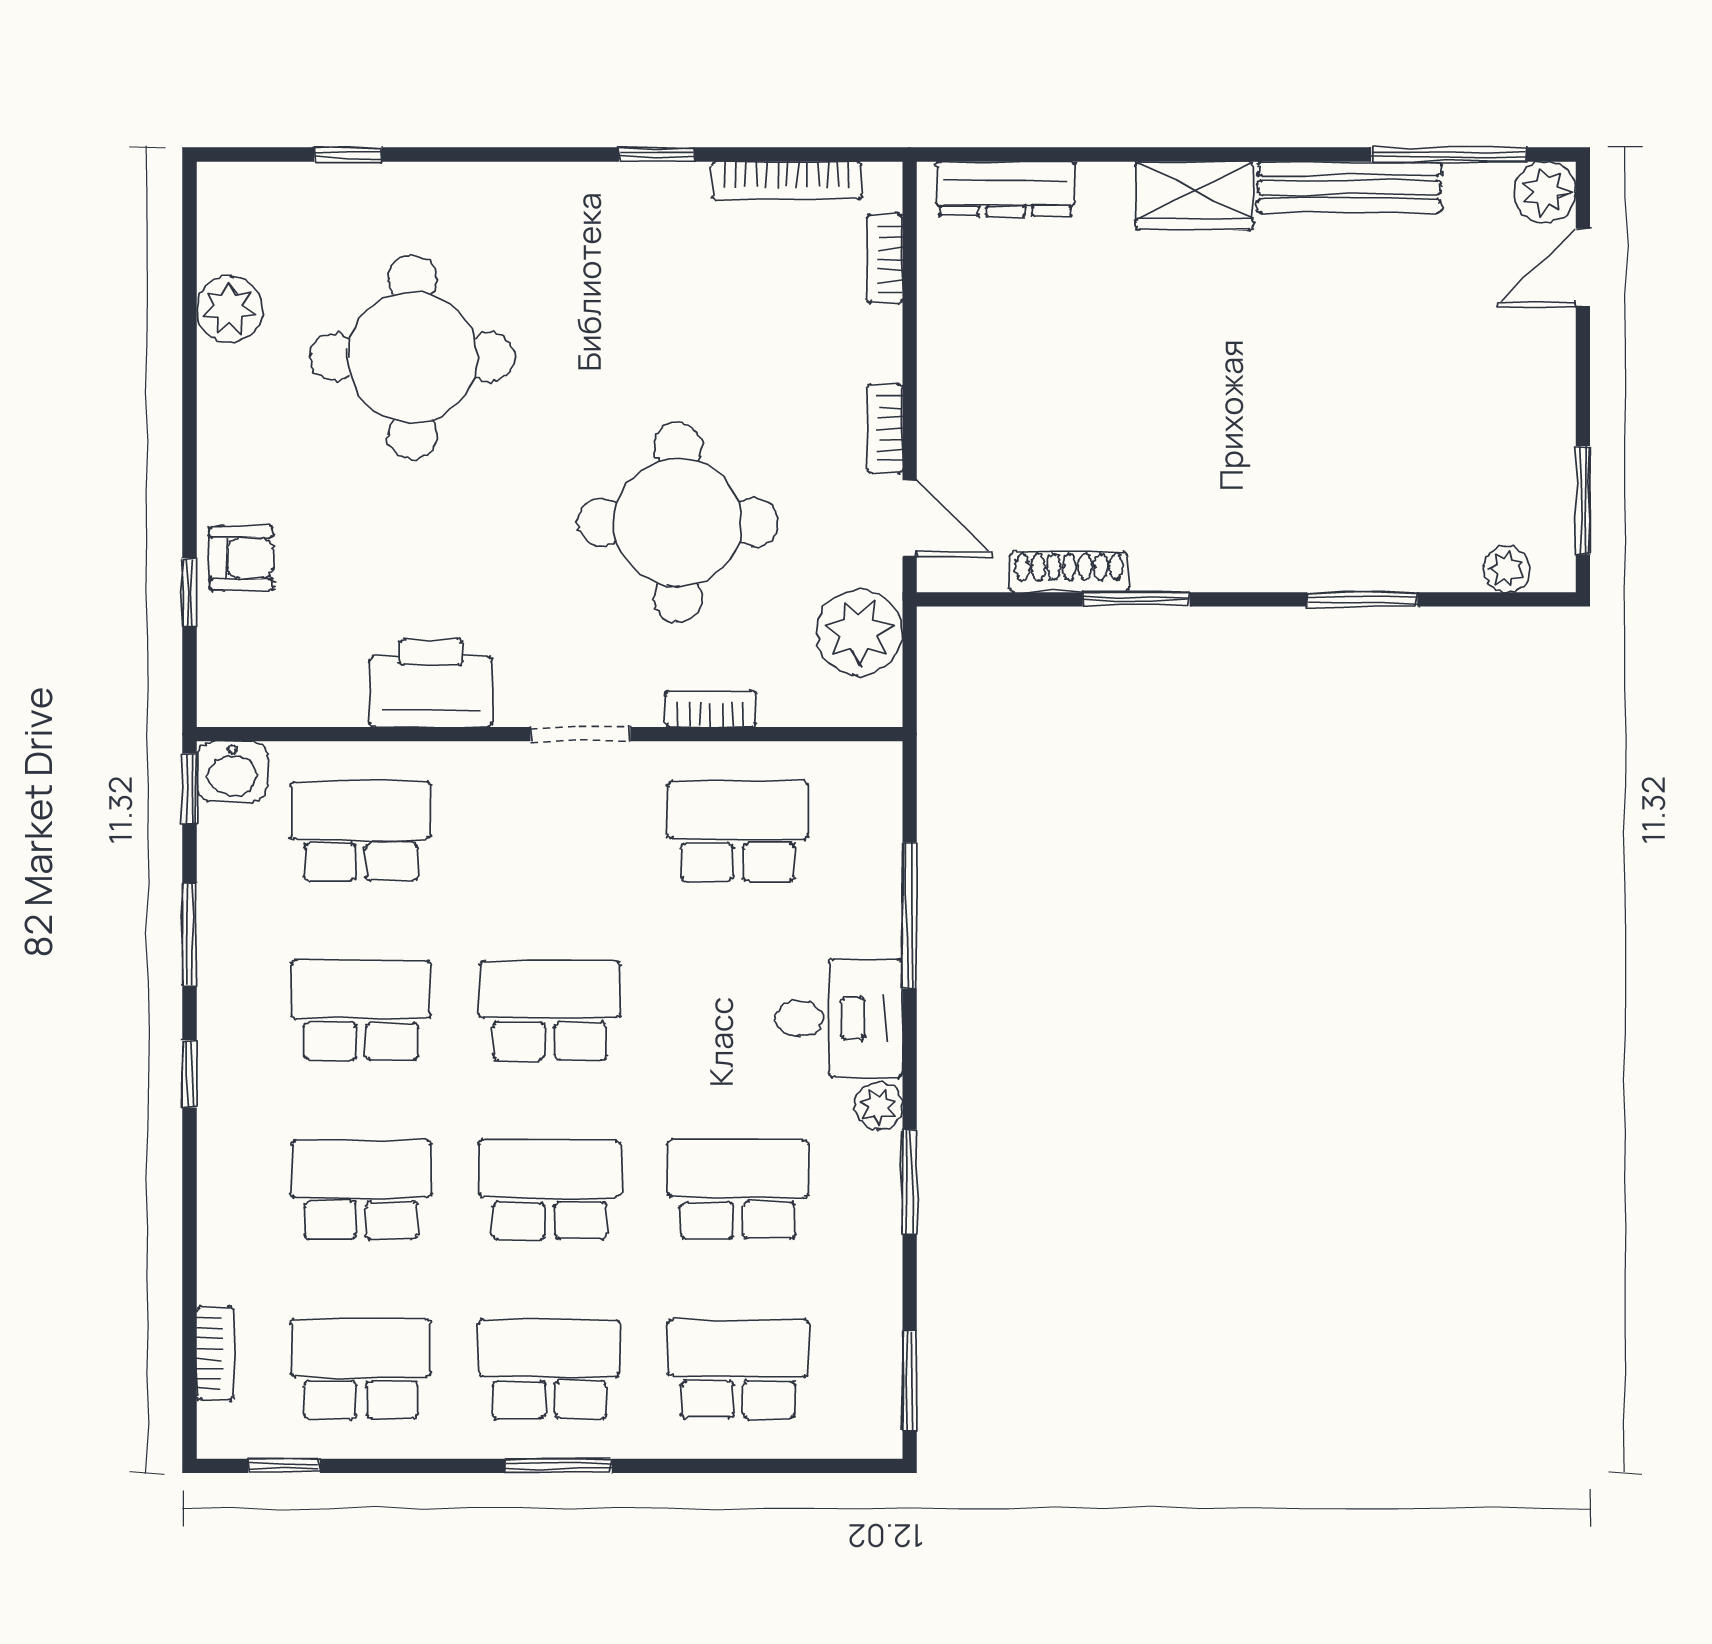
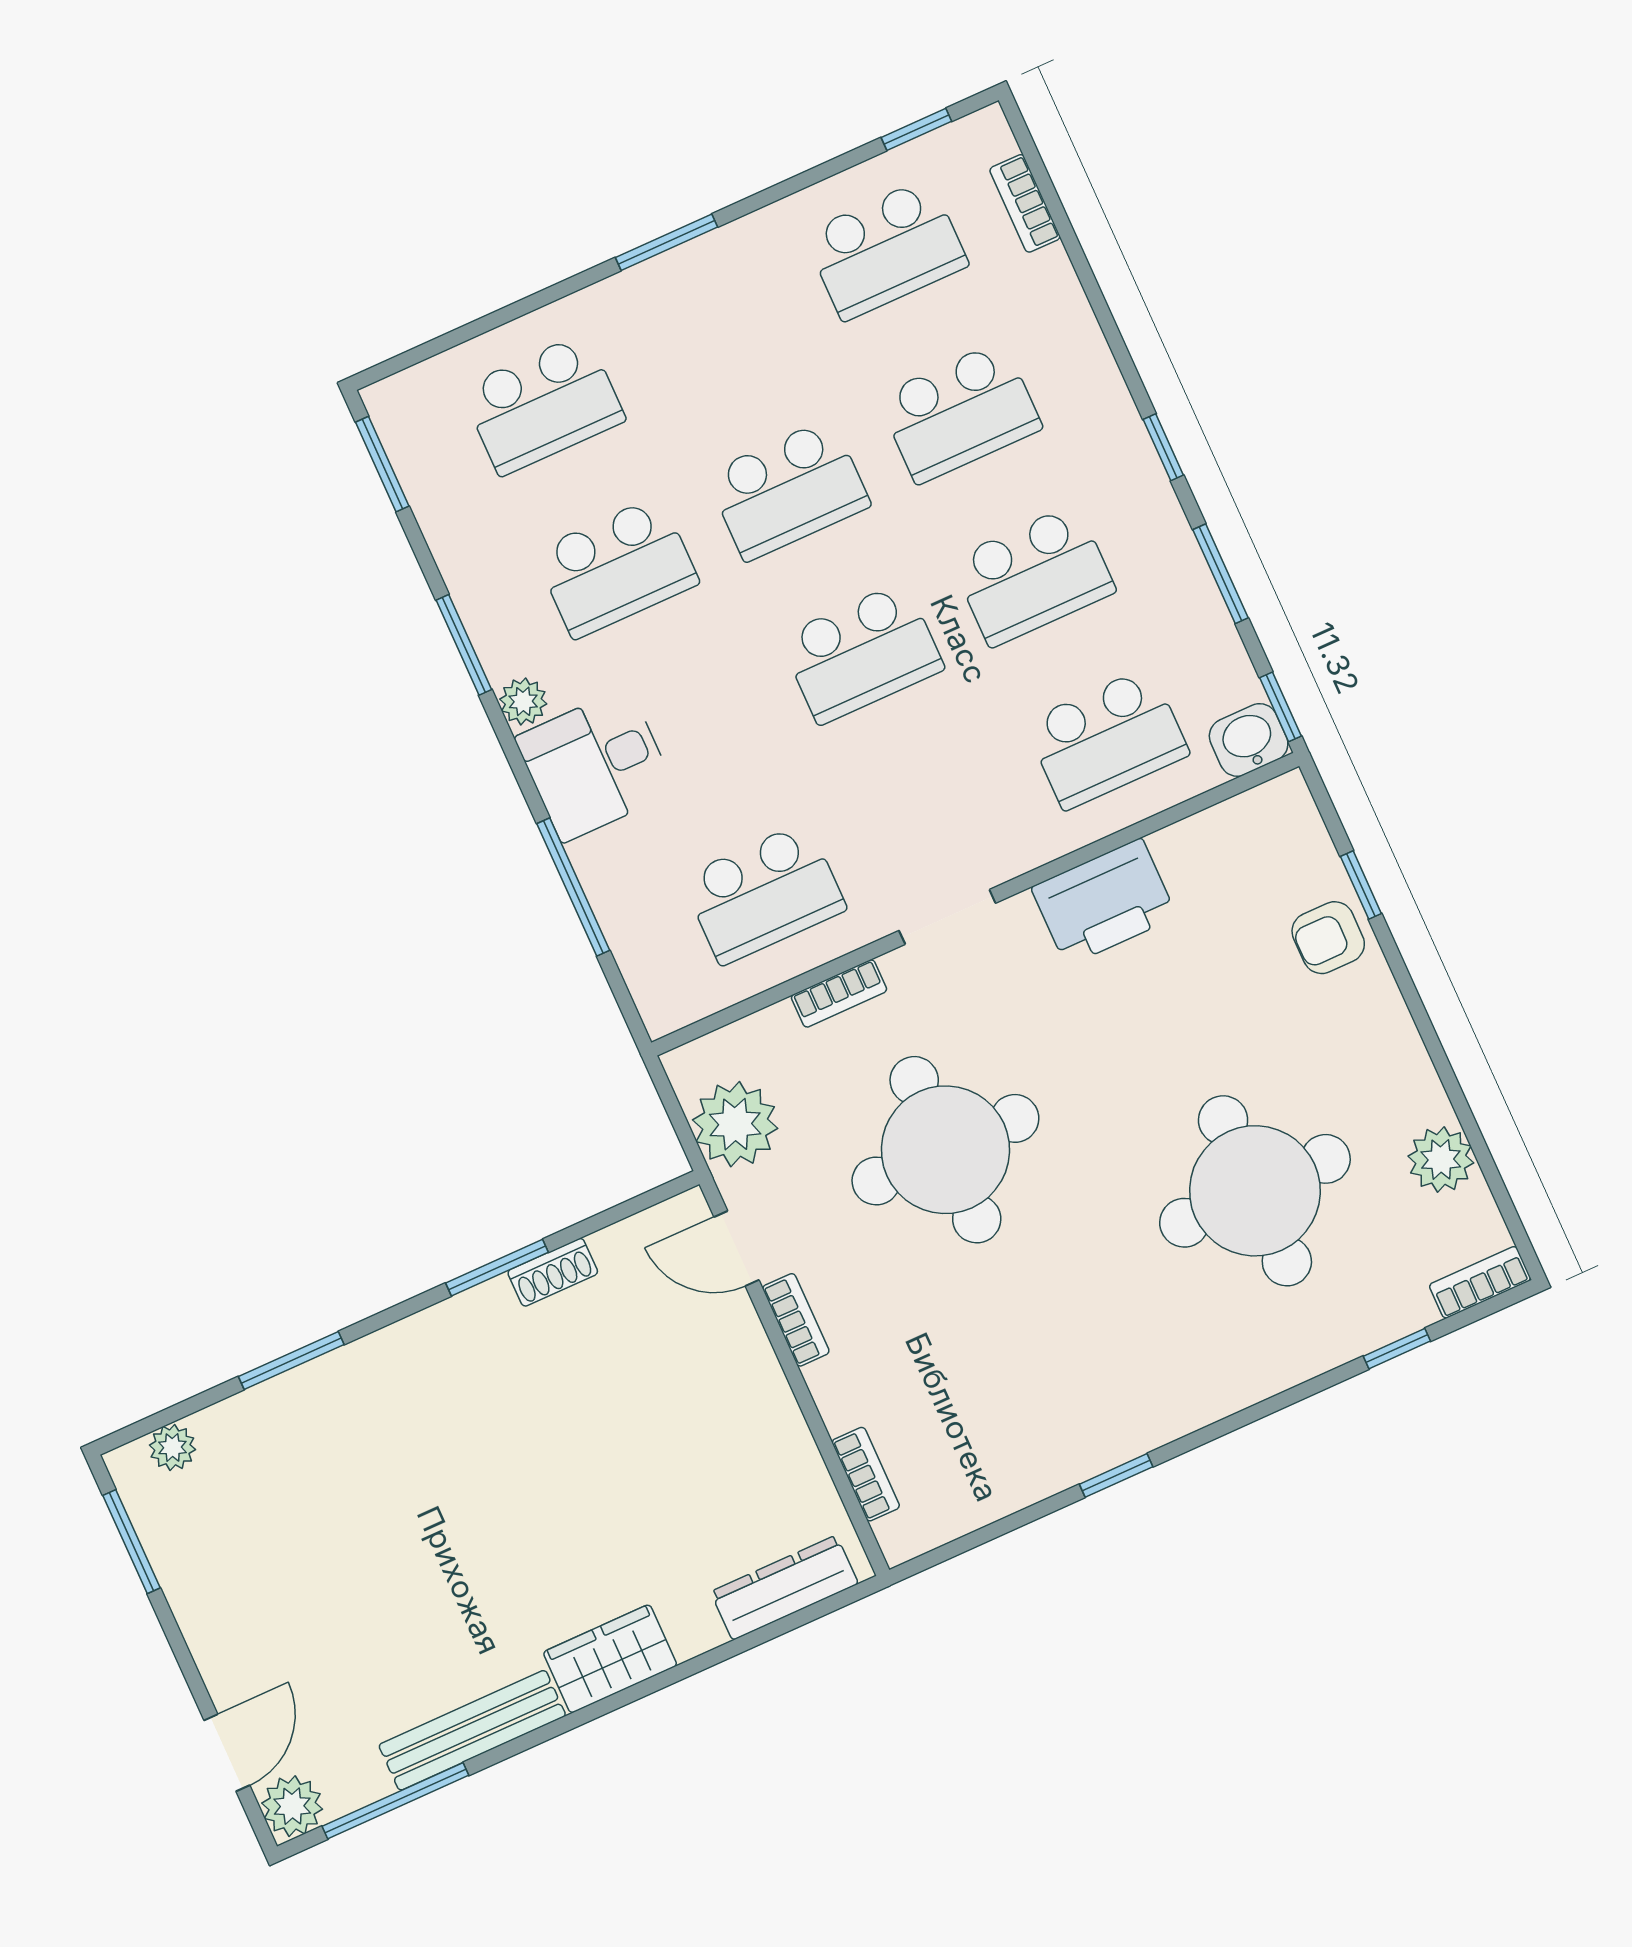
bookcase: (787, 181) -> (1480, 1282), moved, width x0.64
shoe rack: (1069, 572) -> (553, 1272), width x0.70
school desk: (550, 1369) -> (715, 327), removed

